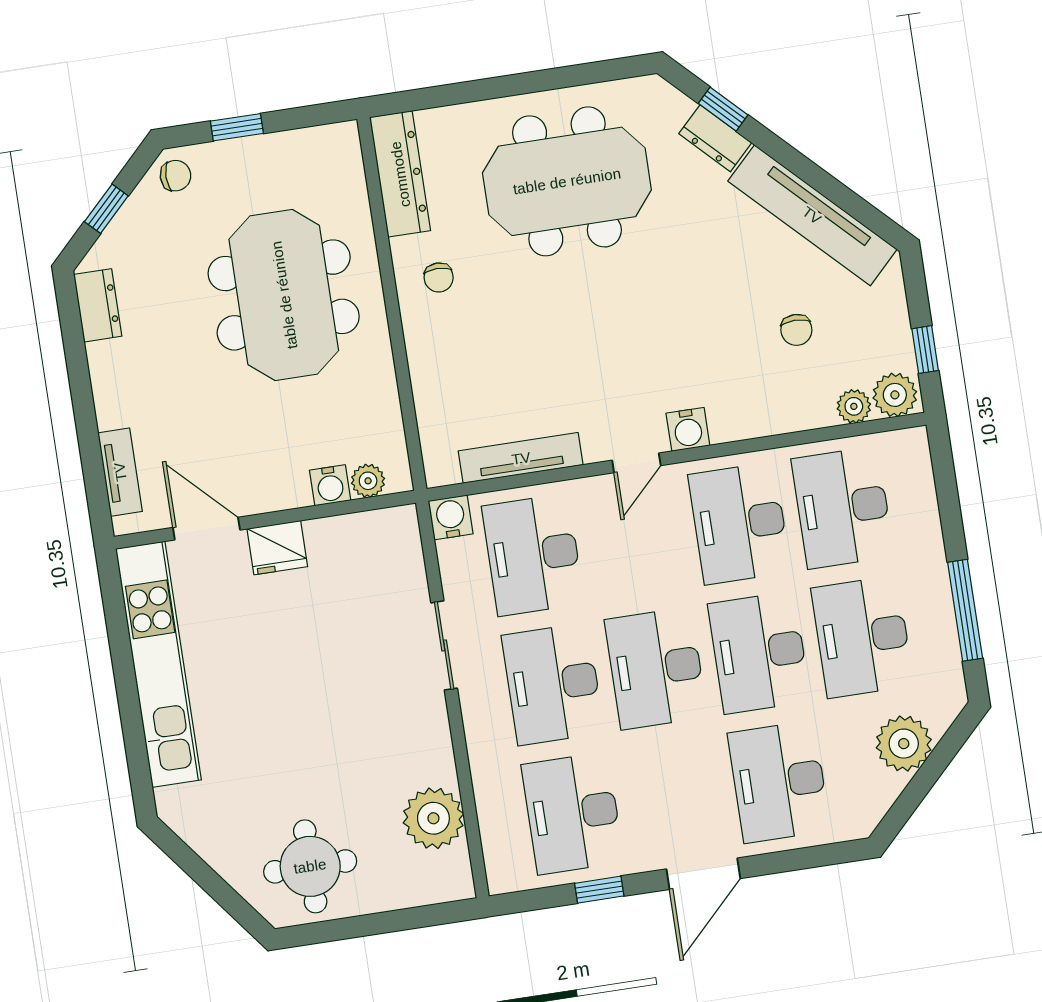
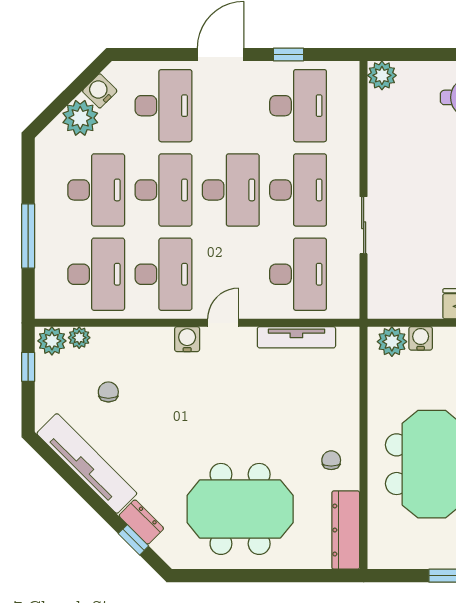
plant: (368, 481) -> (392, 342), width x1.38, depth x1.38
water cooler: (451, 517) -> (100, 91), moved, turned 135
window: (965, 610) -> (28, 236), moved
plant: (433, 818) -> (382, 75), moved, width x0.73, depth x0.73

